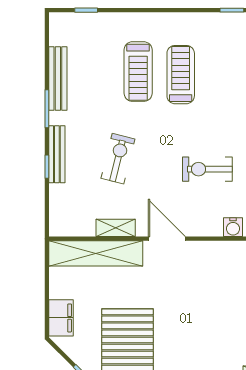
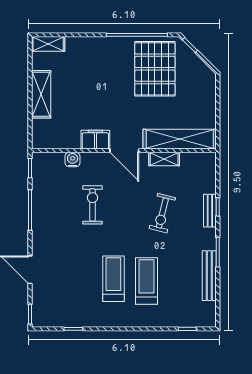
treadmill: (181, 75) -> (113, 279), turned 180
bench: (57, 154) -> (210, 211), width x0.73
exercise bike: (207, 169) -> (93, 205), turned -90
filing cabinet: (61, 318) -> (95, 140), moved, turned 90

